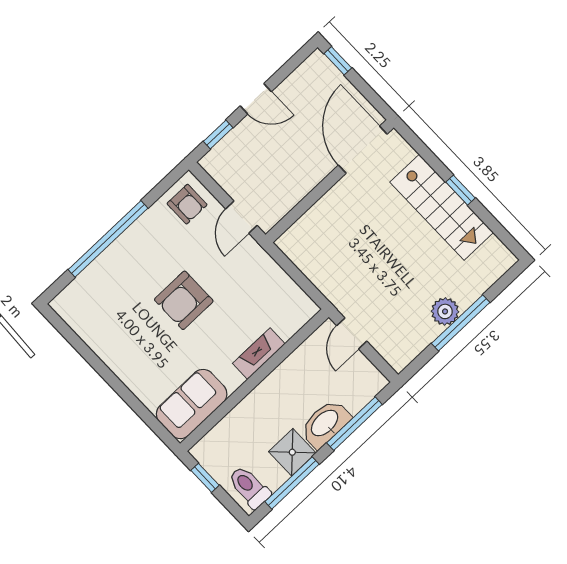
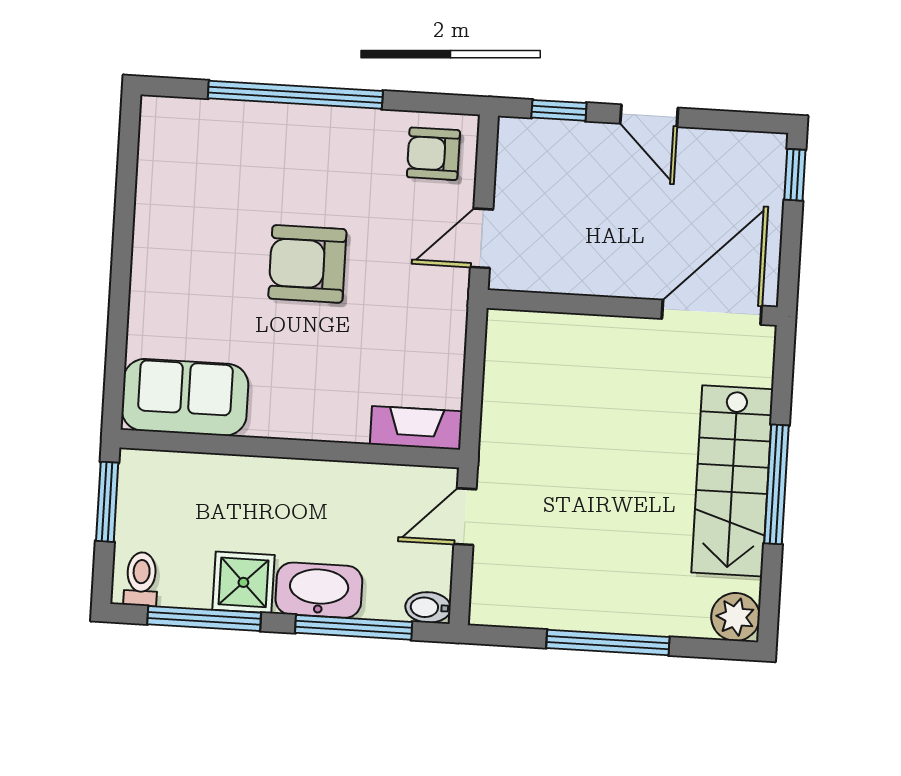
window: (461, 190) -> (776, 484), width x2.17
armchair: (187, 204) -> (433, 154), turned 90
plant: (445, 311) -> (735, 617), moved
fireplace: (259, 354) -> (416, 428), moved
bidet: (375, 385) -> (428, 607), added
window: (205, 478) -> (107, 502), width x1.50
toilet: (249, 487) -> (141, 579), width x0.73, depth x0.72

